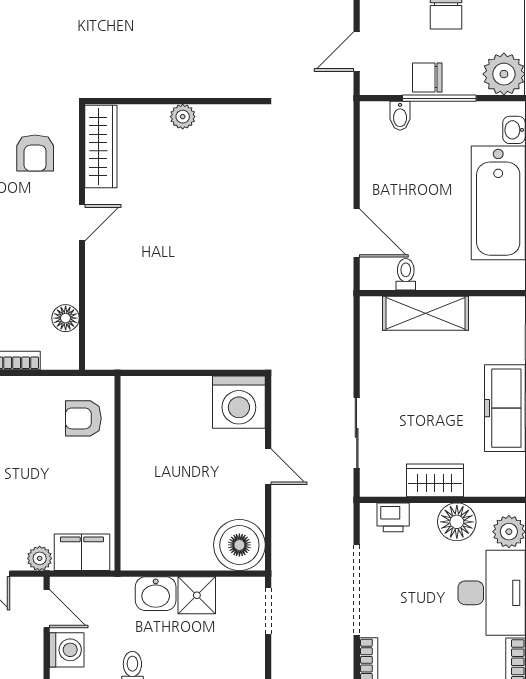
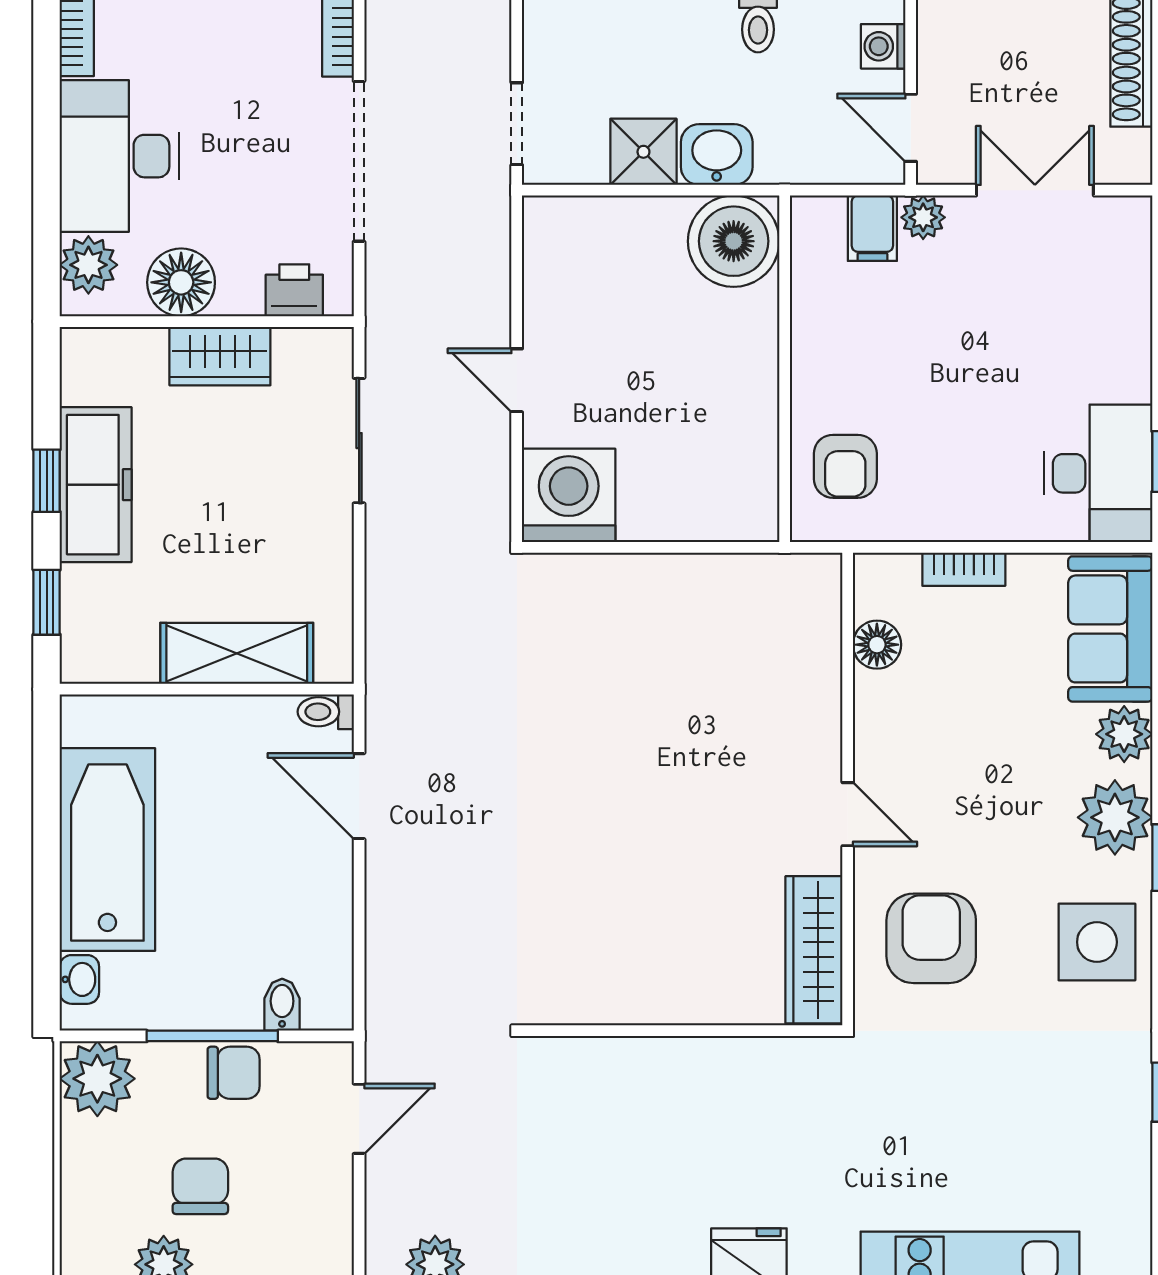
plant: (183, 117) -> (669, 1003), removed
armchair: (35, 153) -> (931, 938), width x1.38, depth x1.38
door: (82, 223) -> (848, 814), swing flipped
toilet: (406, 274) -> (326, 712), moved, turned 90
armchair: (83, 418) -> (845, 466), turned 90
boiler: (239, 545) -> (734, 241), moved
filing cabinet: (82, 552) -> (872, 228), width x0.50
washing machine: (67, 650) -> (883, 46), width x0.73, depth x0.73

